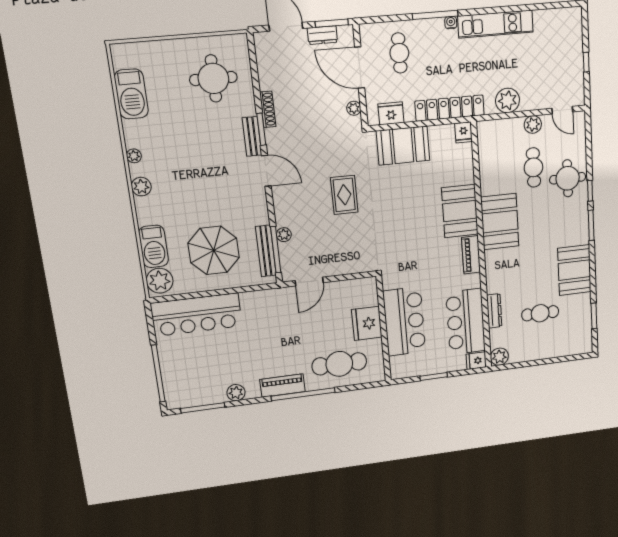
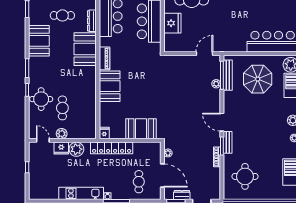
fridge: (391, 113) -> (61, 148), moved
rug: (344, 195) -> (178, 103), removed
booth: (500, 222) -> (85, 49), moved

